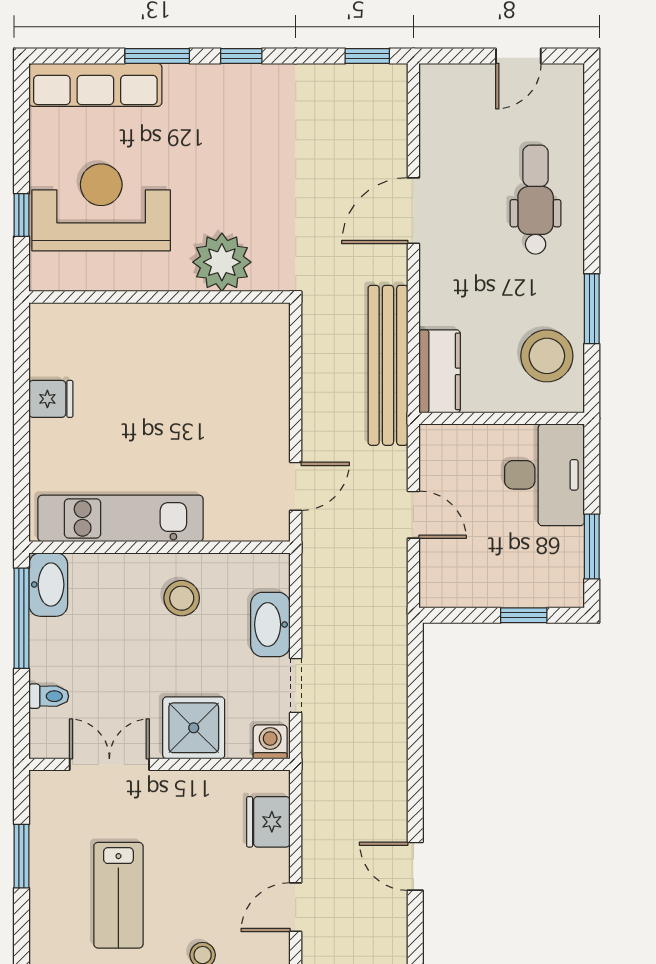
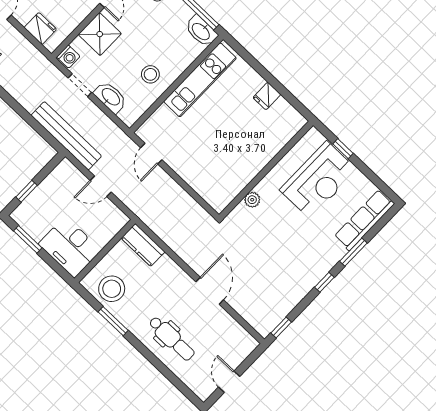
plant: (222, 262) -> (252, 200), width x0.53, depth x0.53
bench: (388, 365) -> (66, 136), moved

